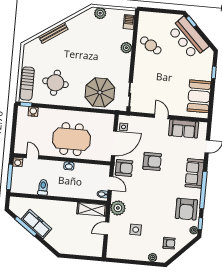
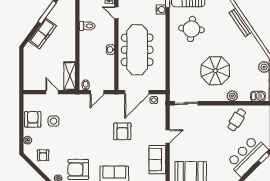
parasol: (100, 92) -> (215, 71), moved
meeting table: (71, 139) -> (137, 50), width x1.36
door: (114, 143) -> (137, 92), hinge flipped
door: (33, 157) -> (116, 13), swing flipped
armchair: (124, 168) -> (33, 119), moved, turned 180
plant: (118, 208) -> (73, 102), removed
freezer: (36, 224) -> (42, 33), moved

